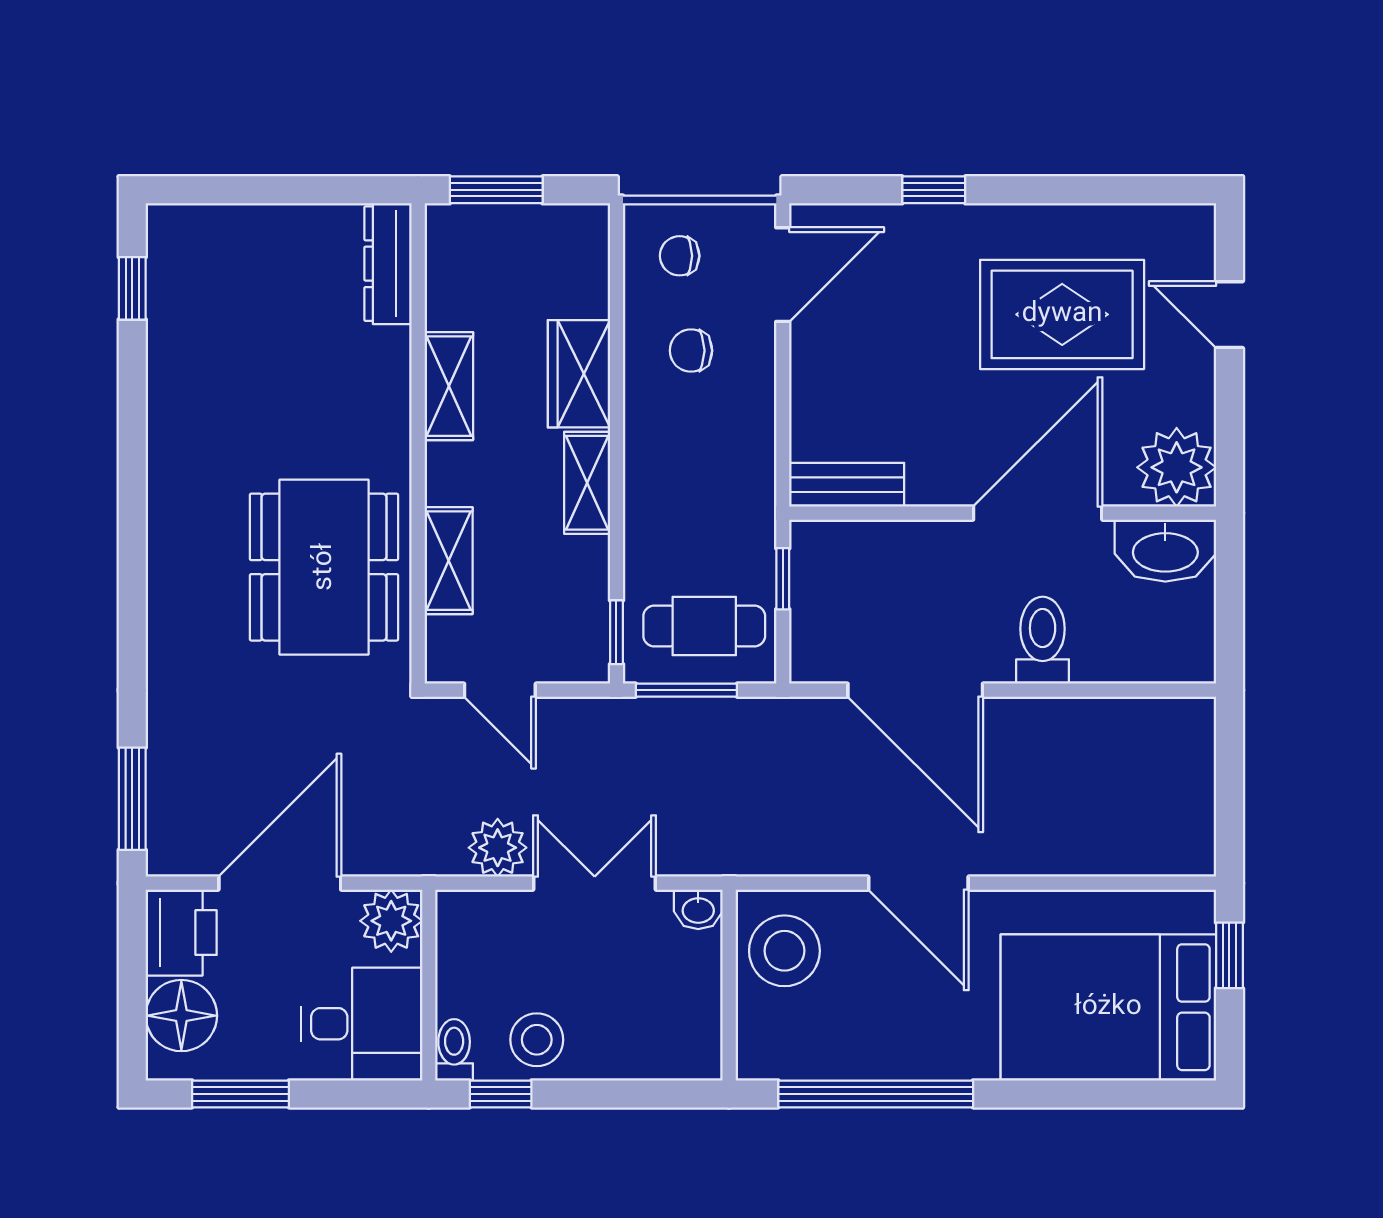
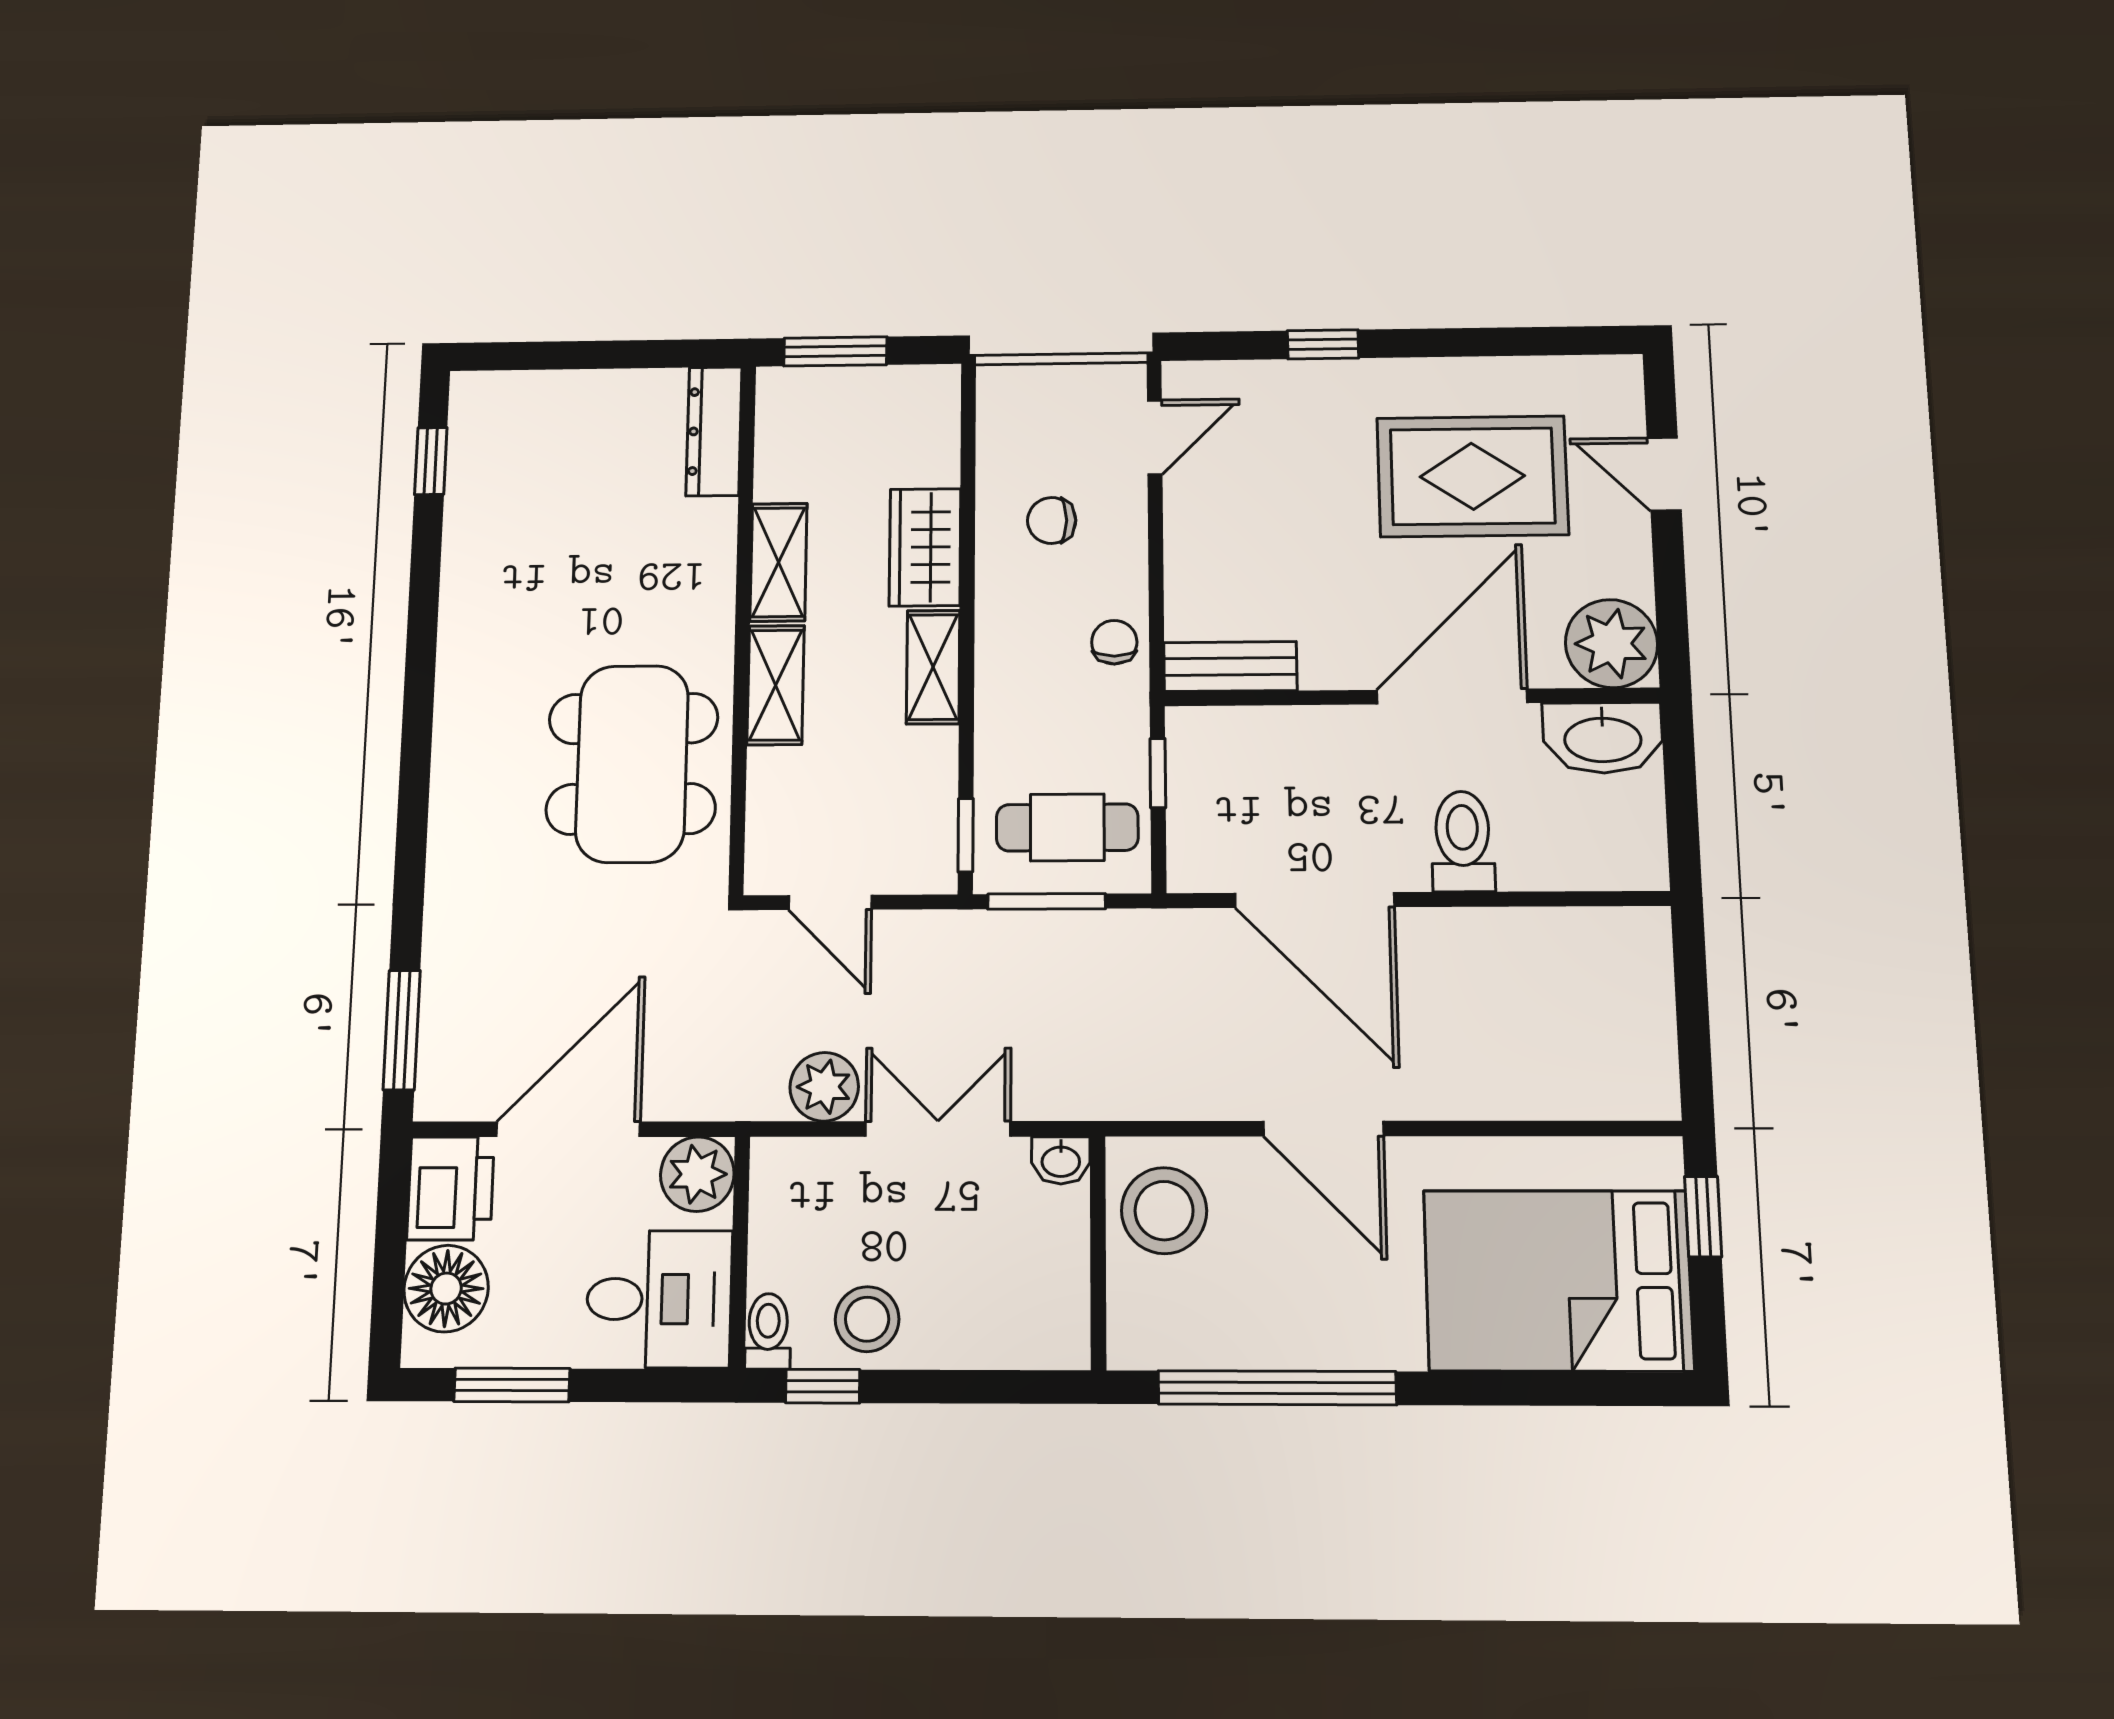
chair: (680, 256) -> (1114, 642), moved, turned 90
door: (783, 275) -> (1155, 437), width x0.73
shelving: (449, 561) -> (776, 685), moved

